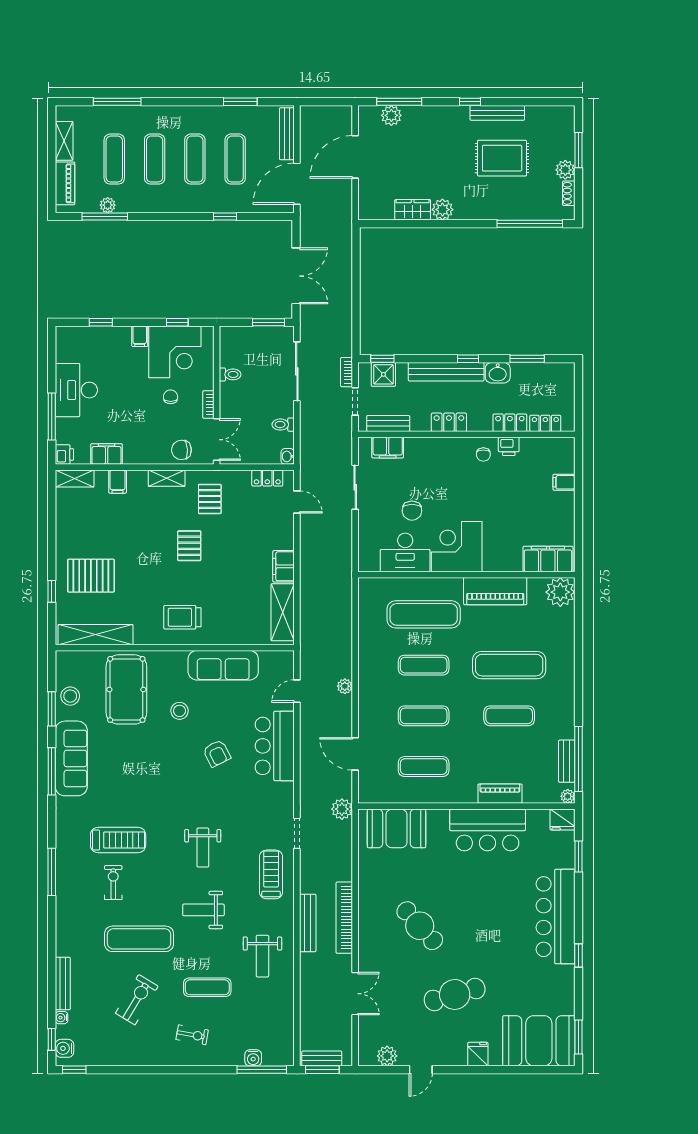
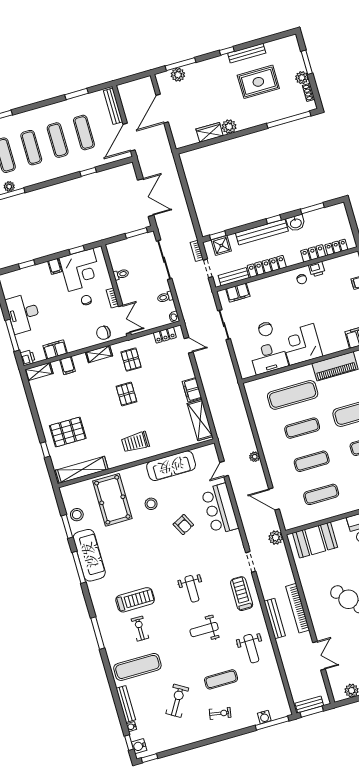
locker: (449, 422) -> (267, 266), width x1.53
exercise mat: (139, 939) -> (137, 667), moved

